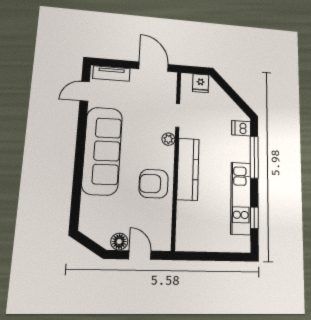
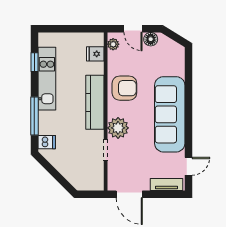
fridge: (201, 83) -> (95, 54), moved, turned -90
plant: (168, 139) -> (118, 128), width x1.88, depth x1.88
plant: (164, 236) -> (113, 44), added

